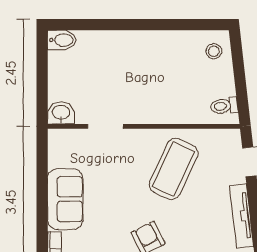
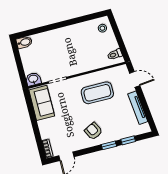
coffee table: (174, 169) -> (97, 93), turned 65
sofa: (65, 199) -> (42, 103), moved

